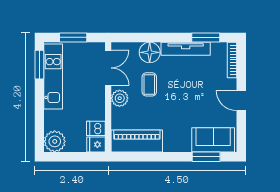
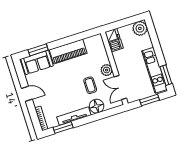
piano: (137, 141) -> (68, 52), moved

